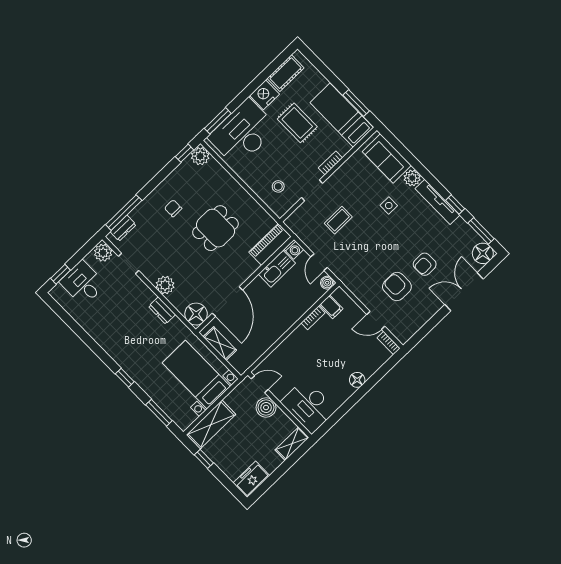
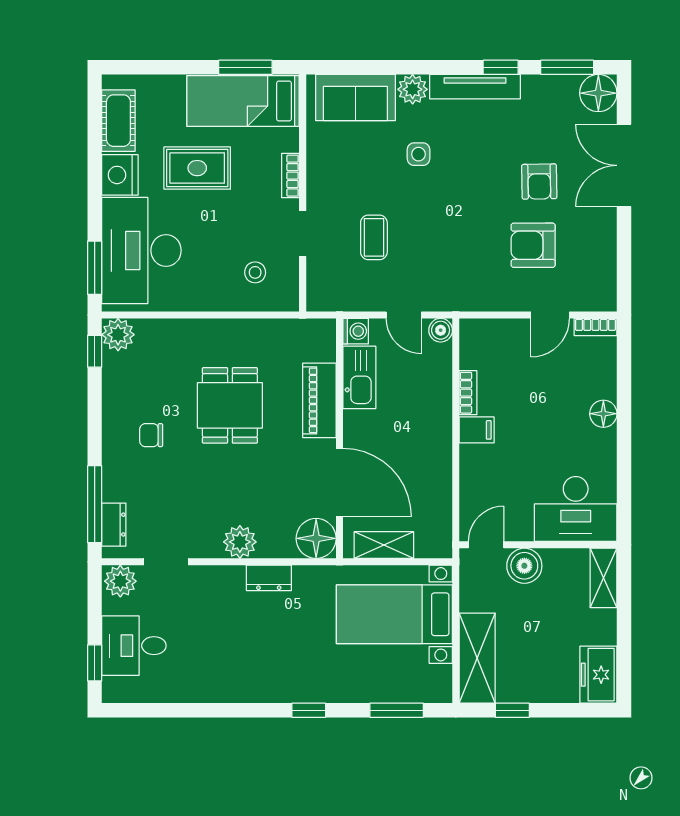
piano: (270, 244) -> (319, 400), moved
filing cabinet: (331, 307) -> (477, 430), moved

